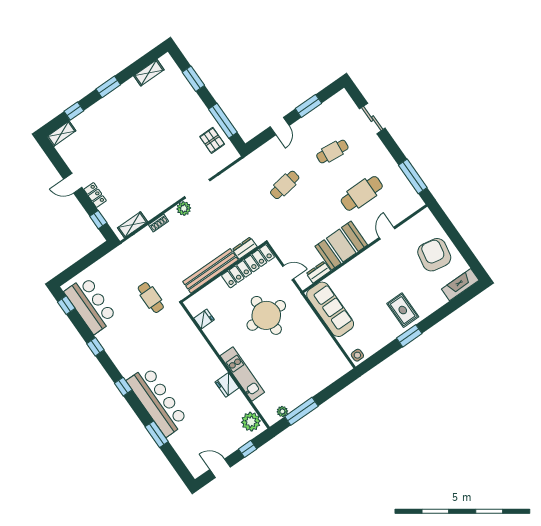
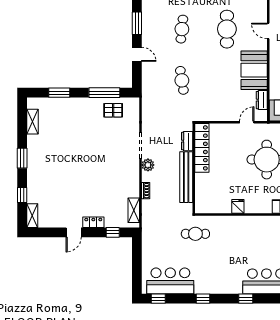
dresser: (245, 248) -> (187, 141), moved
locker: (248, 266) -> (202, 148), moved
bench: (211, 271) -> (186, 177), moved
wall: (224, 272) -> (194, 168), moved

